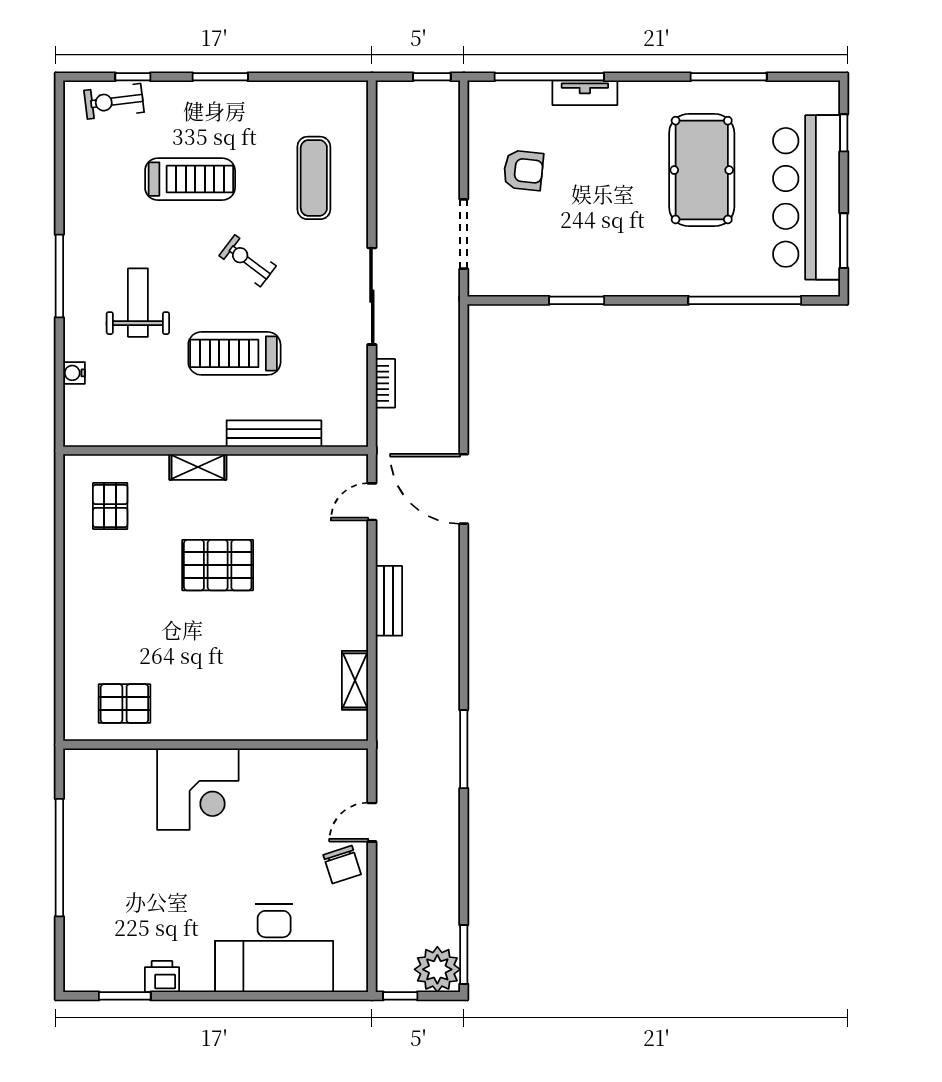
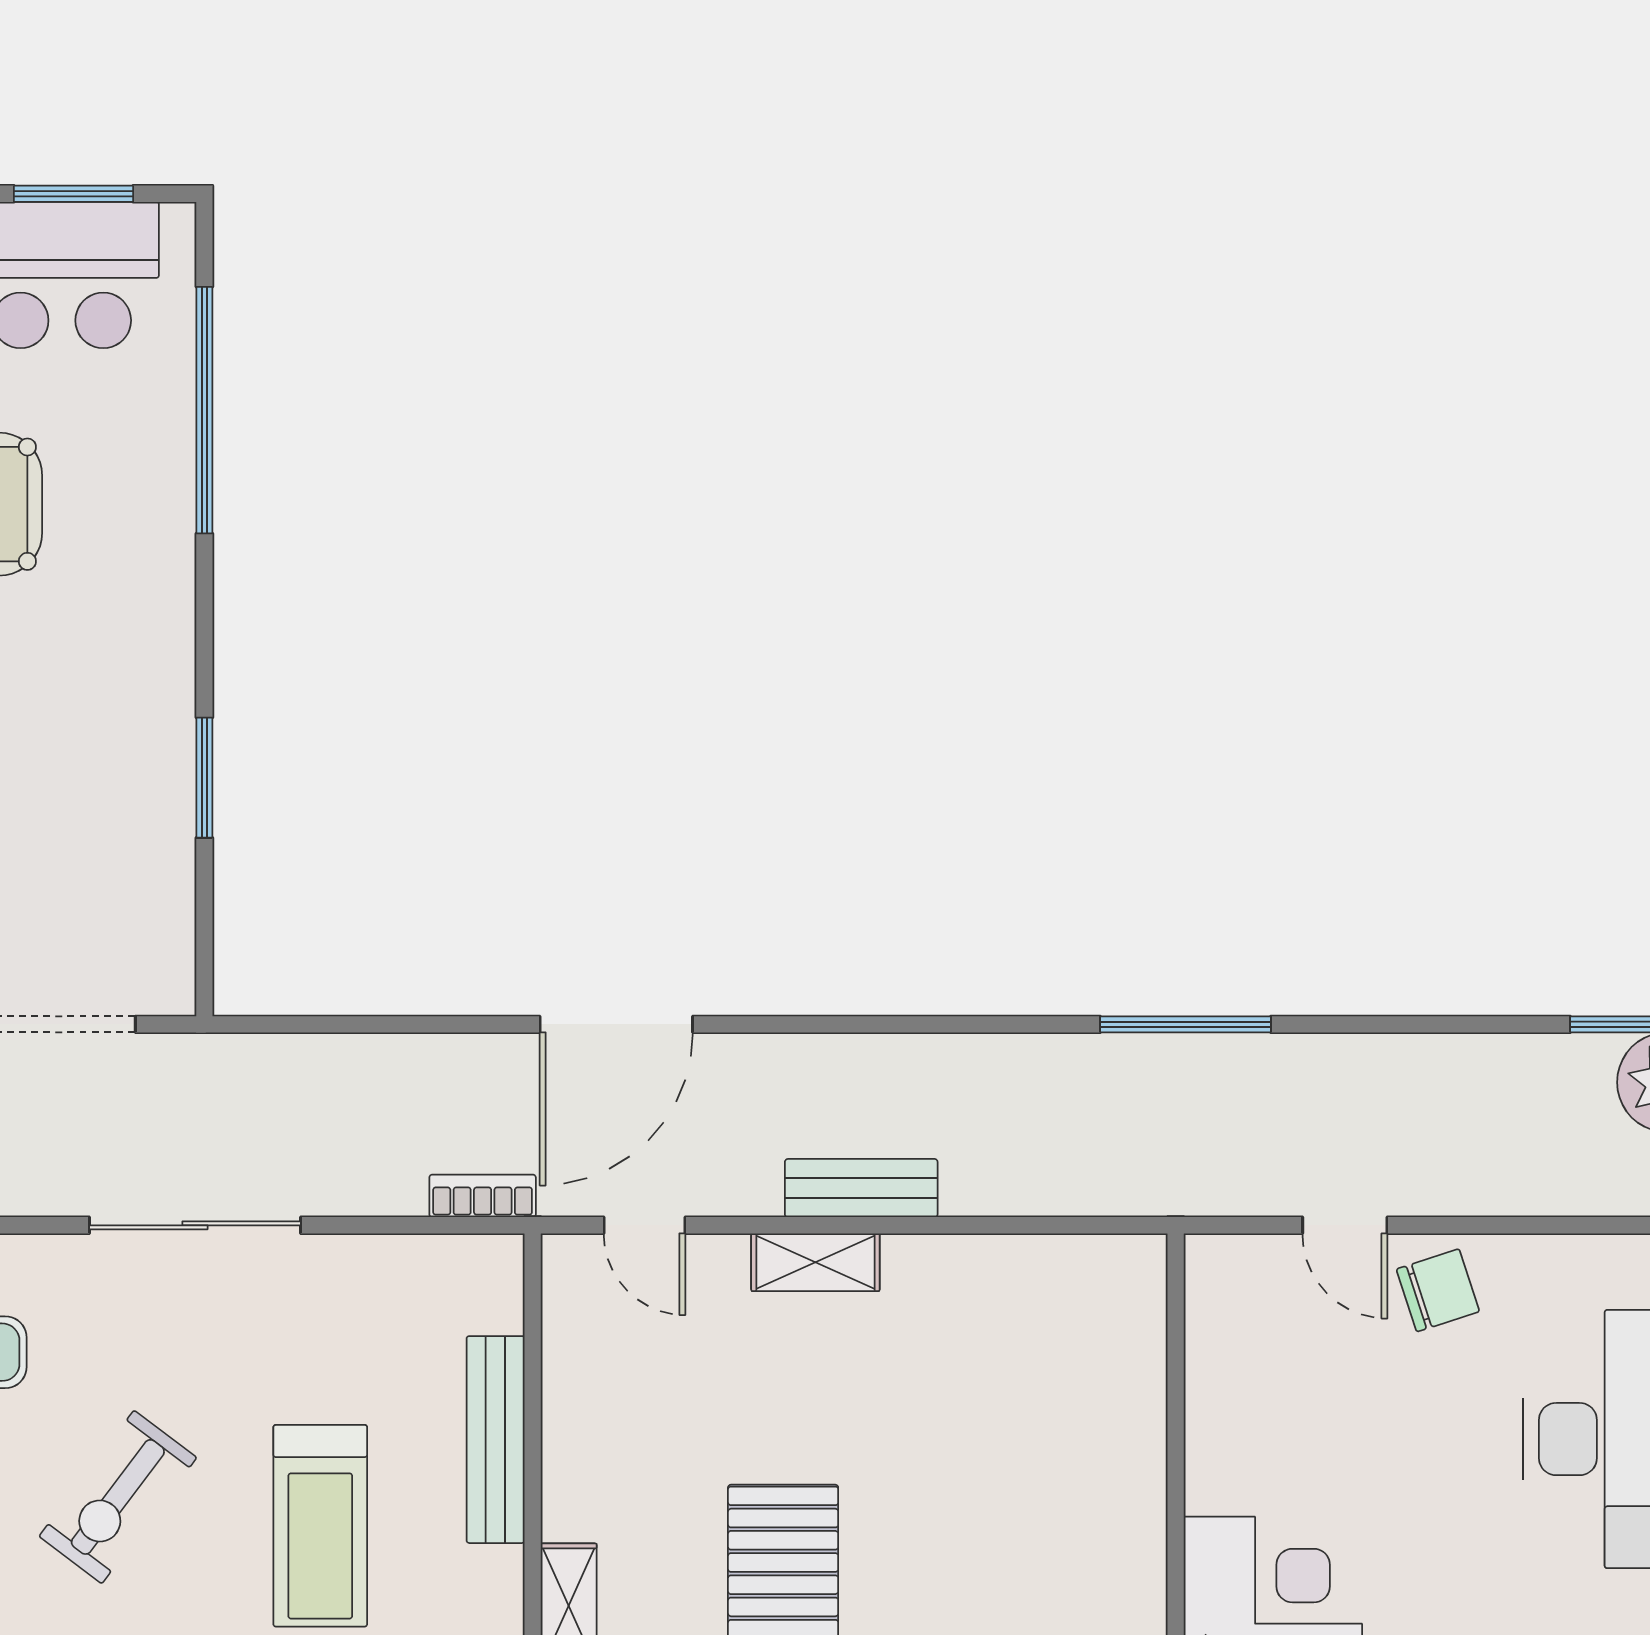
exercise bike: (248, 261) -> (118, 1497), width x1.38, depth x1.39
bookcase: (385, 383) -> (483, 1196), moved
shelving: (355, 680) -> (815, 1262), moved

